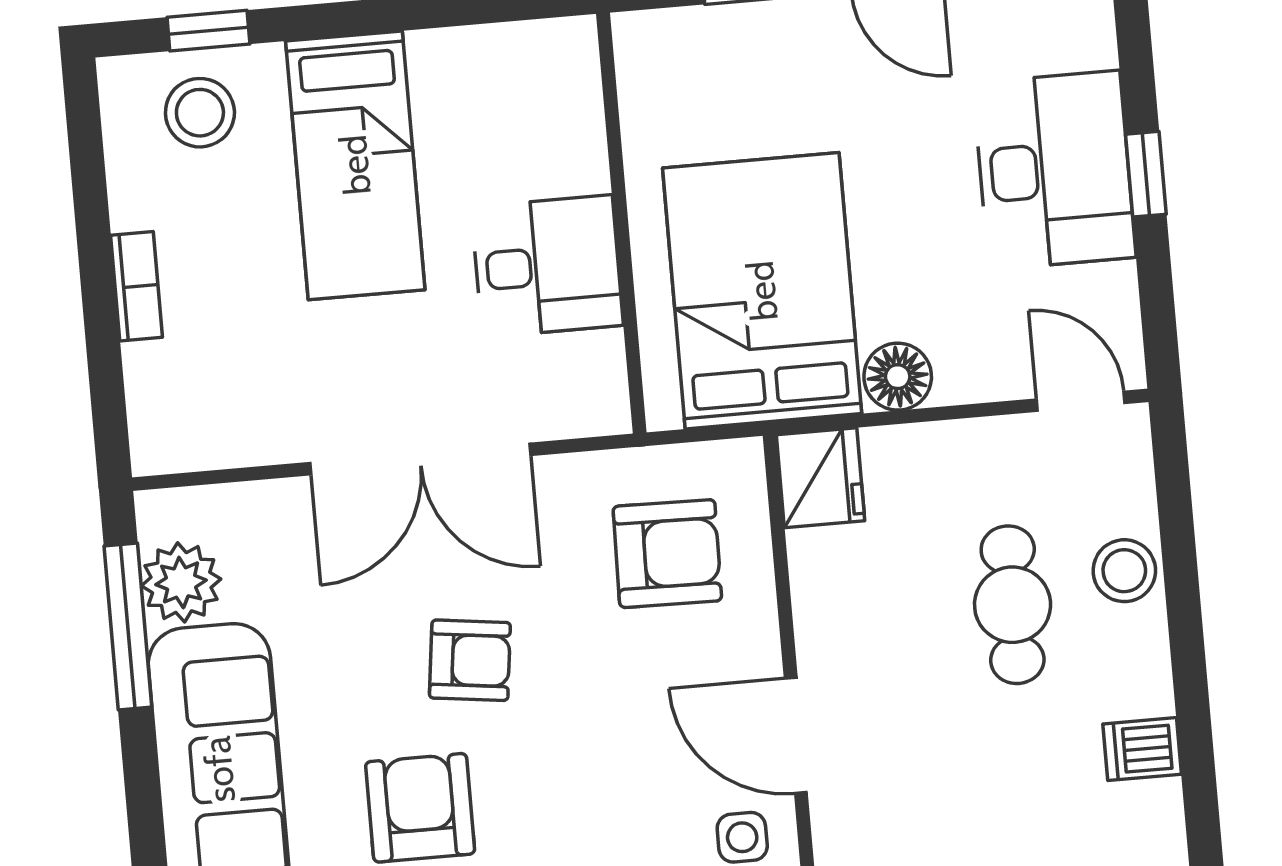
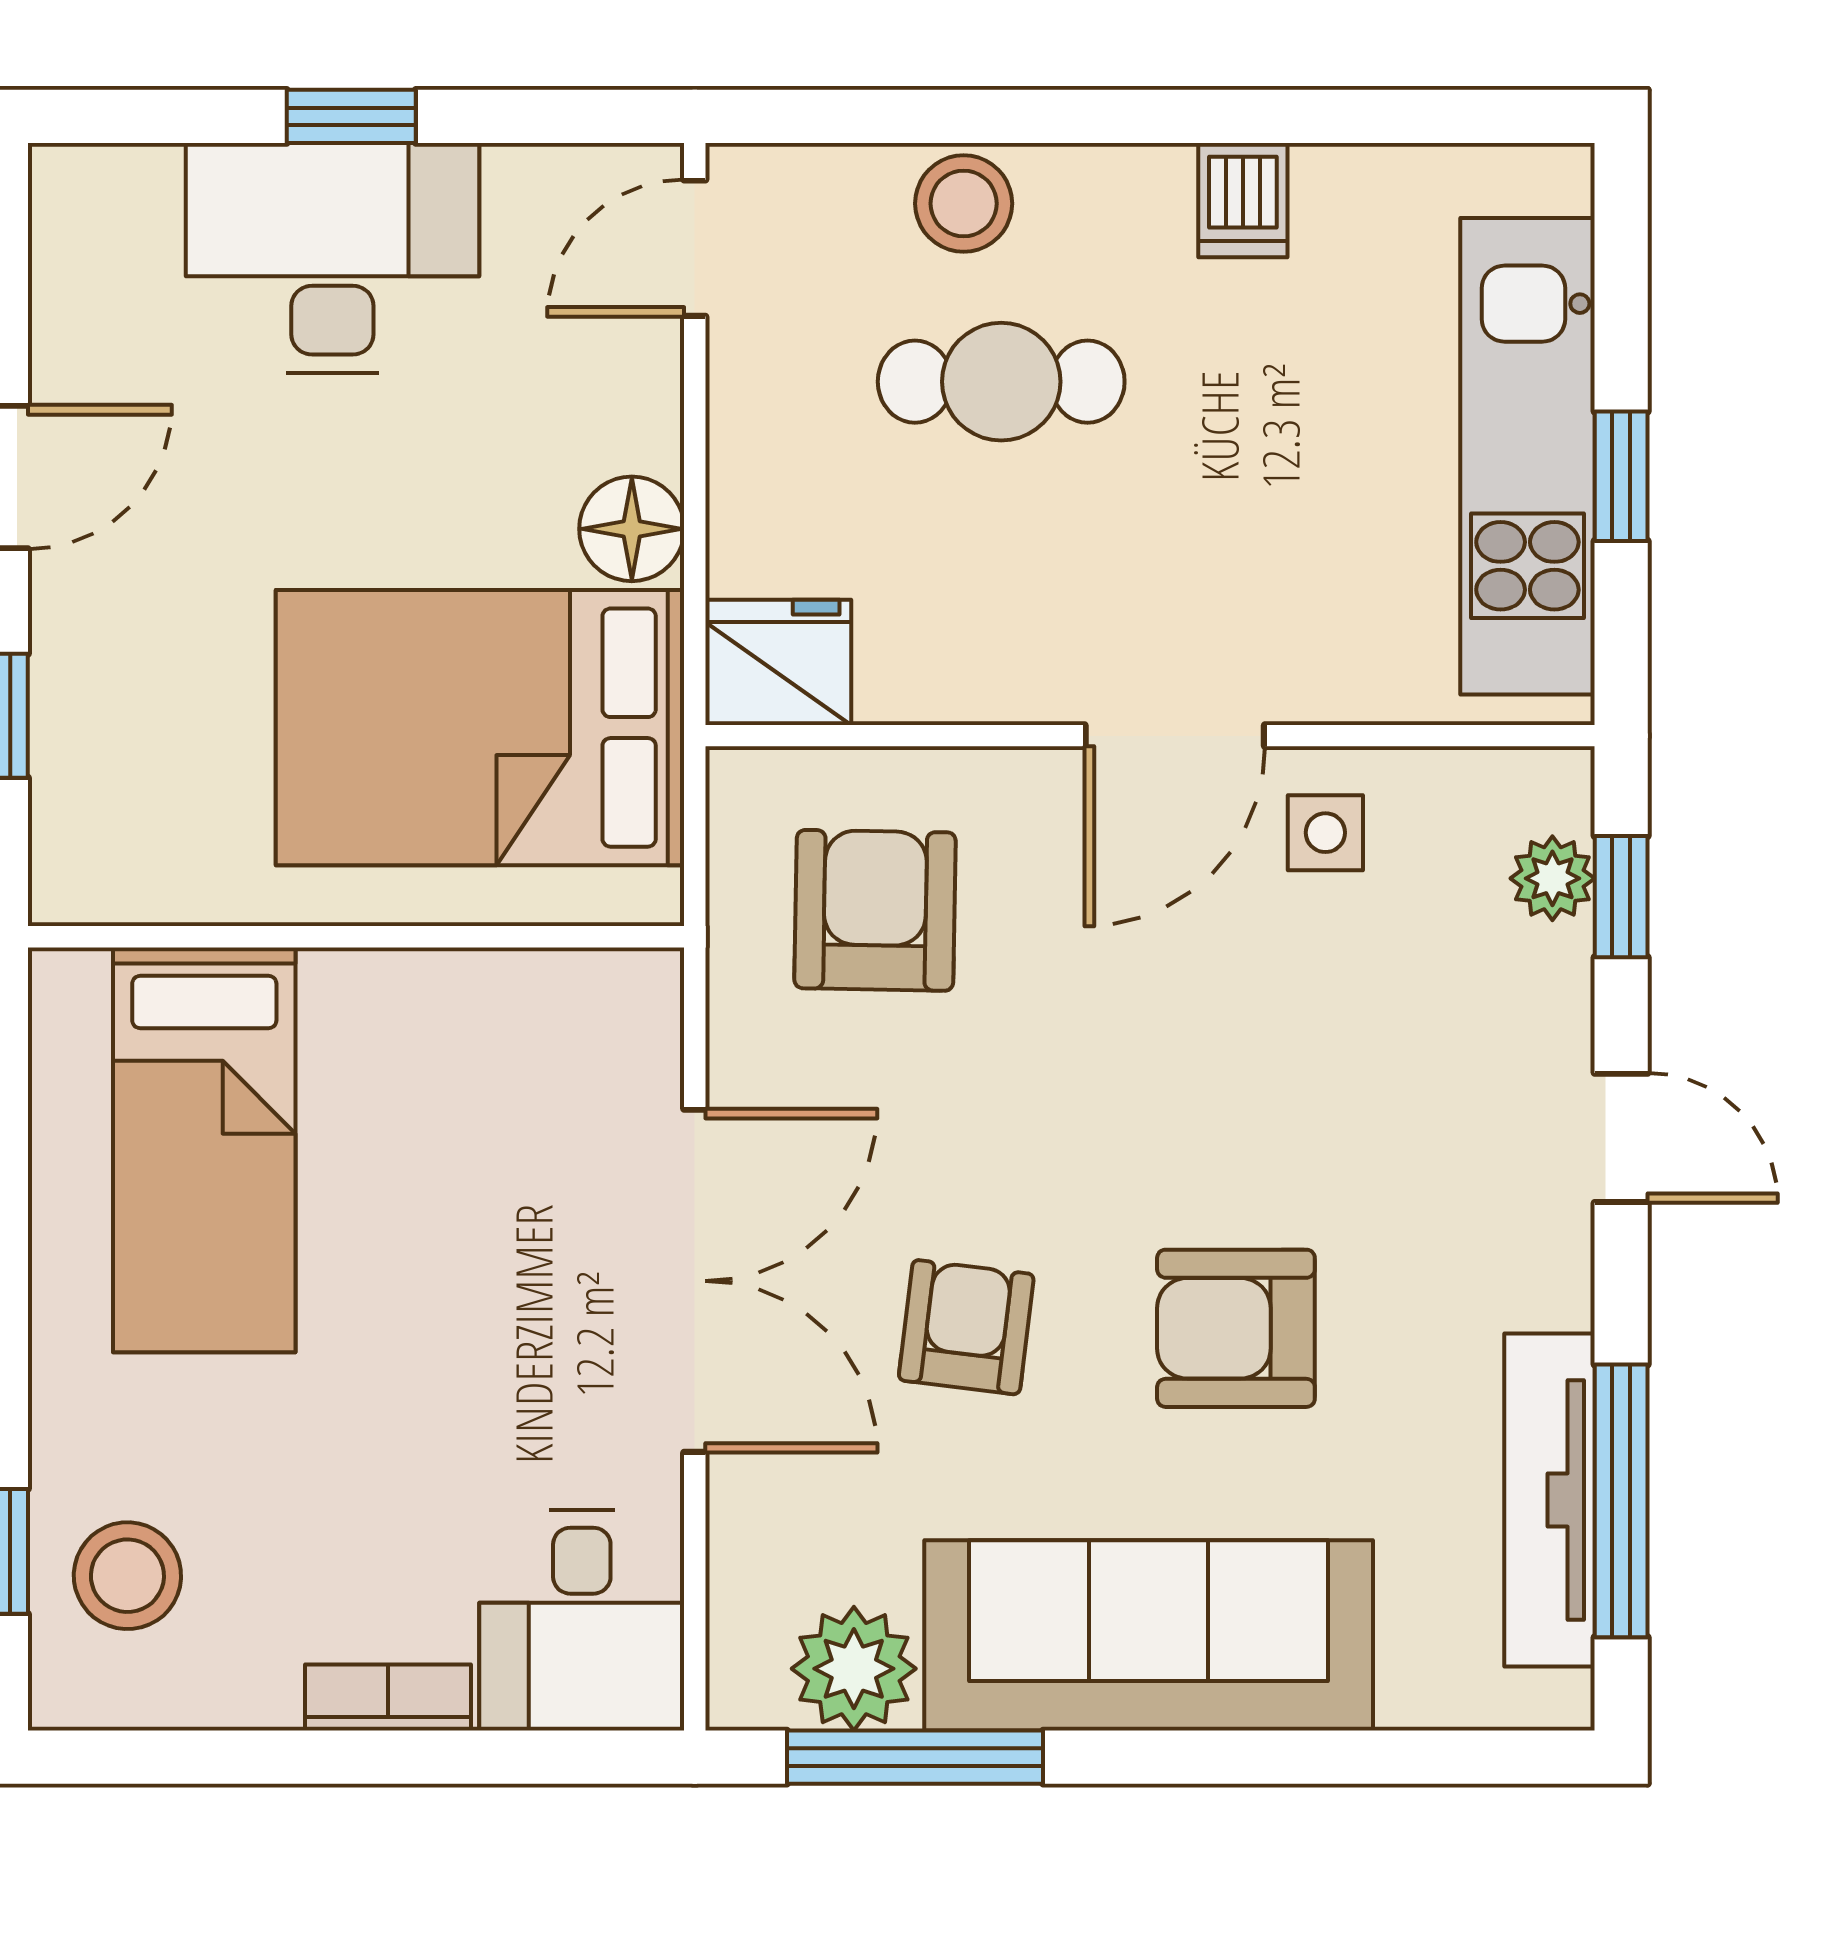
bed: (355, 165) -> (204, 1150), moved, turned 90
desk: (547, 266) -> (582, 1620), moved, turned 180
armchair: (470, 660) -> (966, 1327), moved

